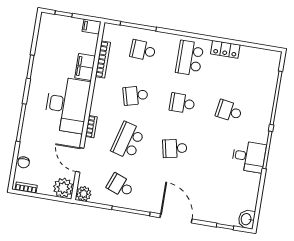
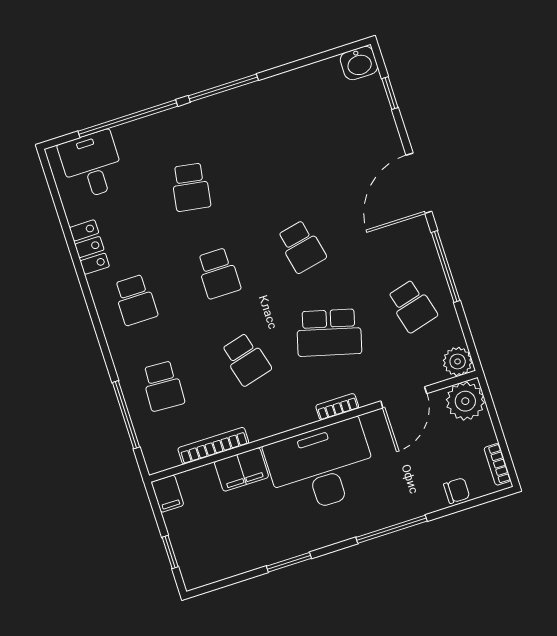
school desk: (190, 58) -> (135, 300), width x0.54
desk: (249, 157) -> (92, 165), moved
school desk: (120, 186) -> (412, 306), turned -36

